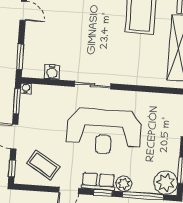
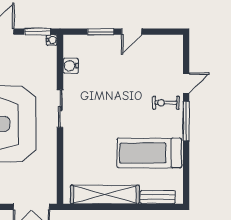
window: (20, 57) -> (101, 32), moved

